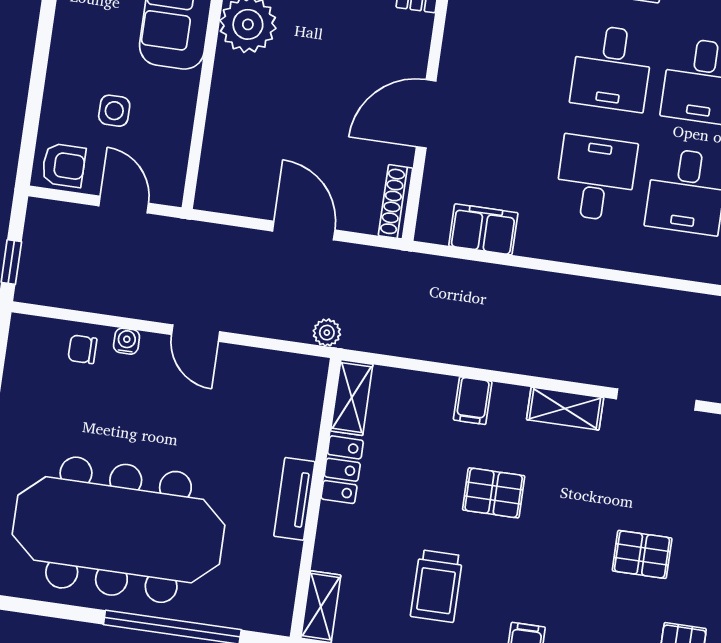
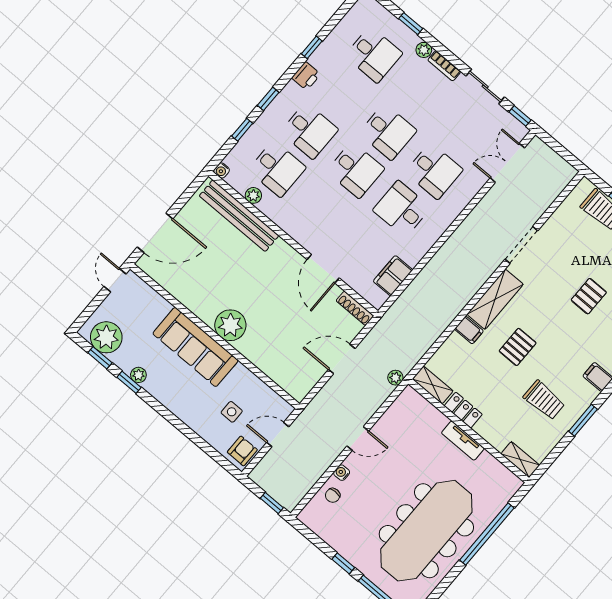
shelving: (565, 409) -> (495, 299), width x1.50, depth x1.33

